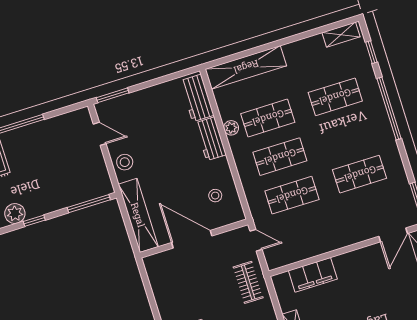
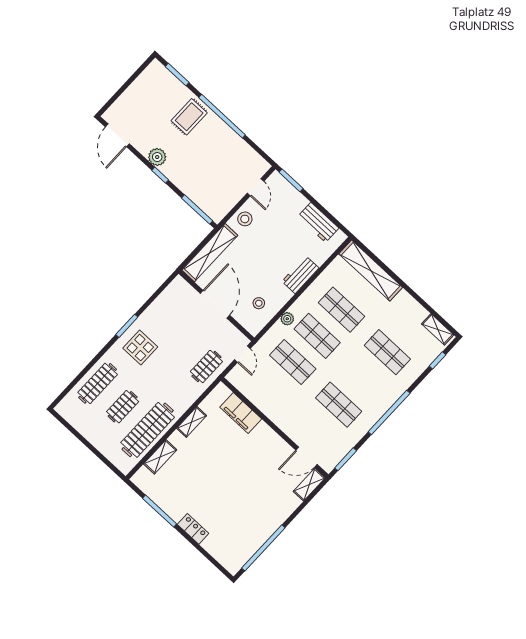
workbench: (197, 98) -> (318, 222), moved, turned -90
window: (389, 108) -> (389, 413), moved
plant: (231, 128) -> (287, 319), moved

